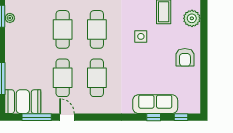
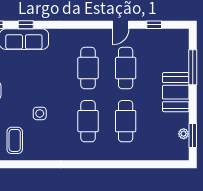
booth: (23, 102) -> (176, 92), moved, turned 90
window: (37, 117) -> (154, 25), width x0.46
door: (67, 117) -> (121, 25), hinge flipped

